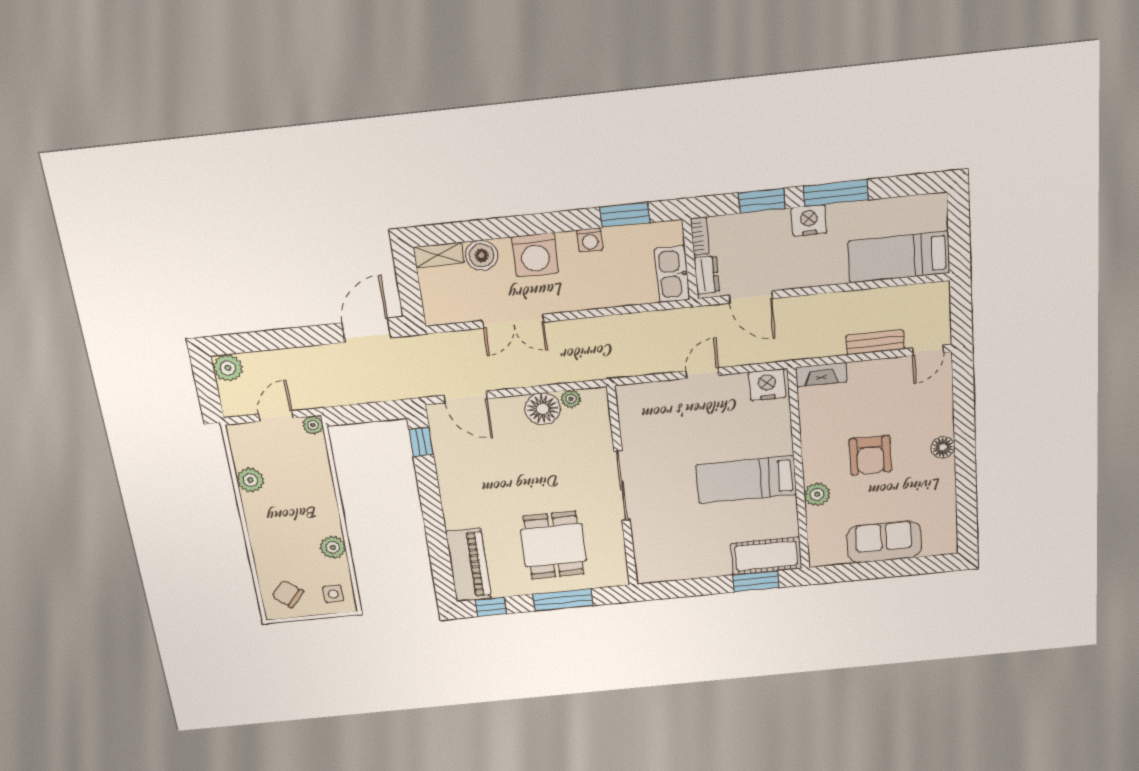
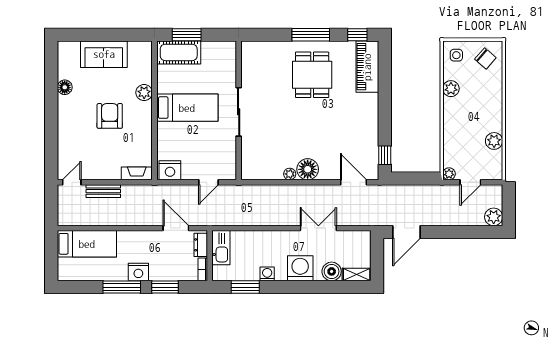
floor lamp: (943, 447) -> (65, 87), moved
sliding door: (622, 486) -> (239, 112), moved
wall: (622, 488) -> (239, 110), moved

